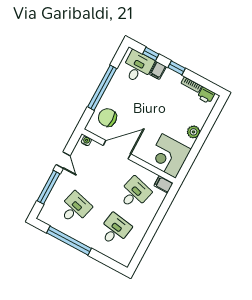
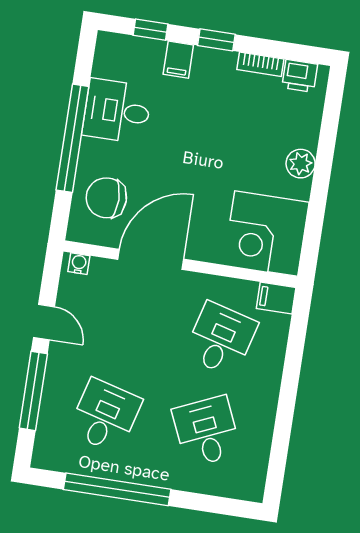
desk: (138, 67) -> (117, 111), moved, turned -90
desk: (115, 230) -> (207, 431), turned -33

